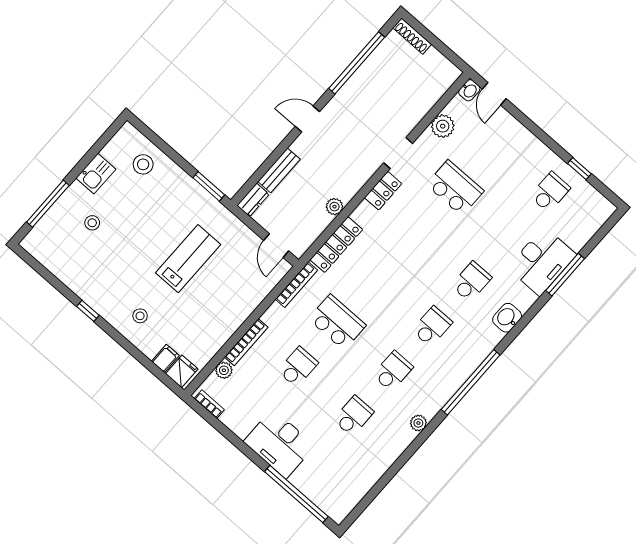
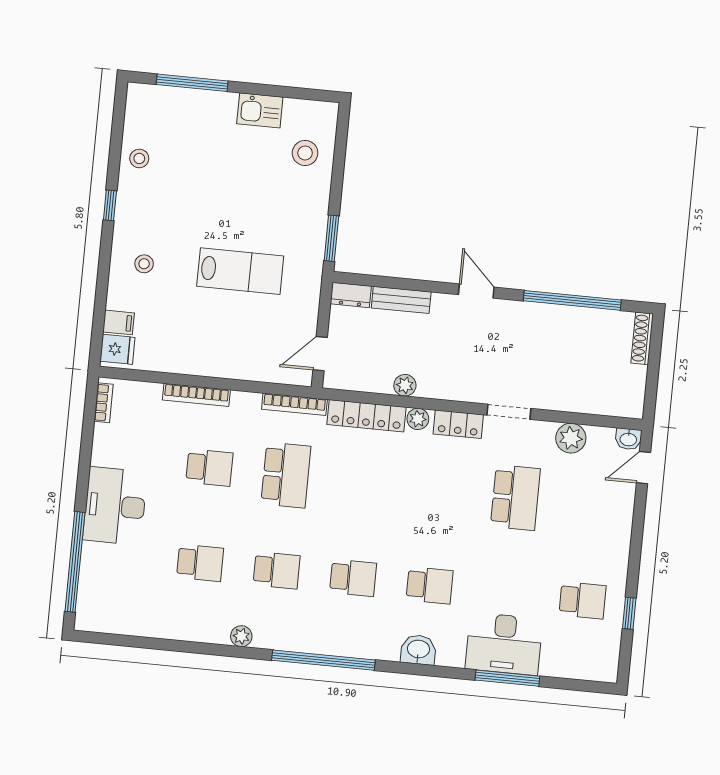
stool: (92, 223) -> (139, 158), moved
plant: (224, 370) -> (418, 419), moved

